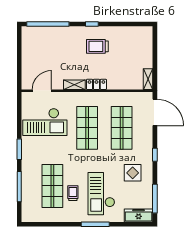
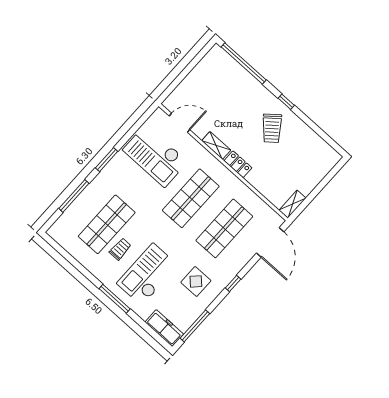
trolley: (97, 46) -> (272, 128), turned -129

